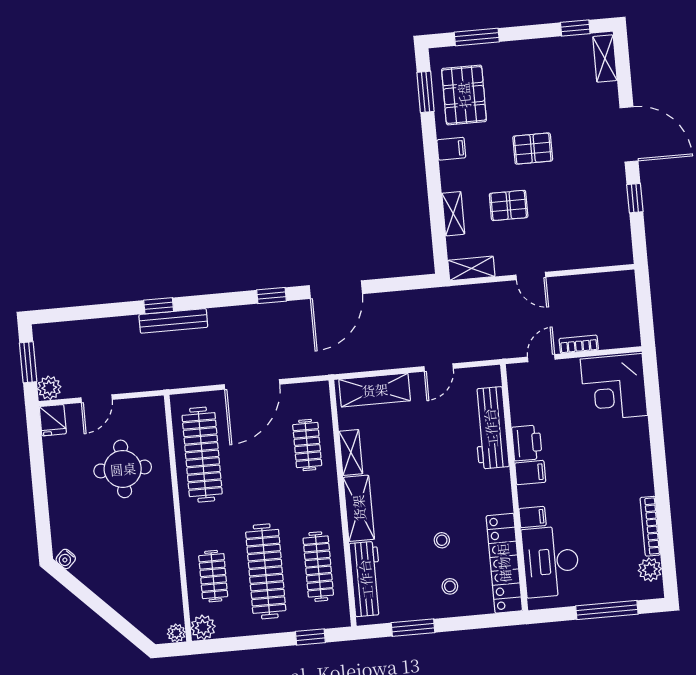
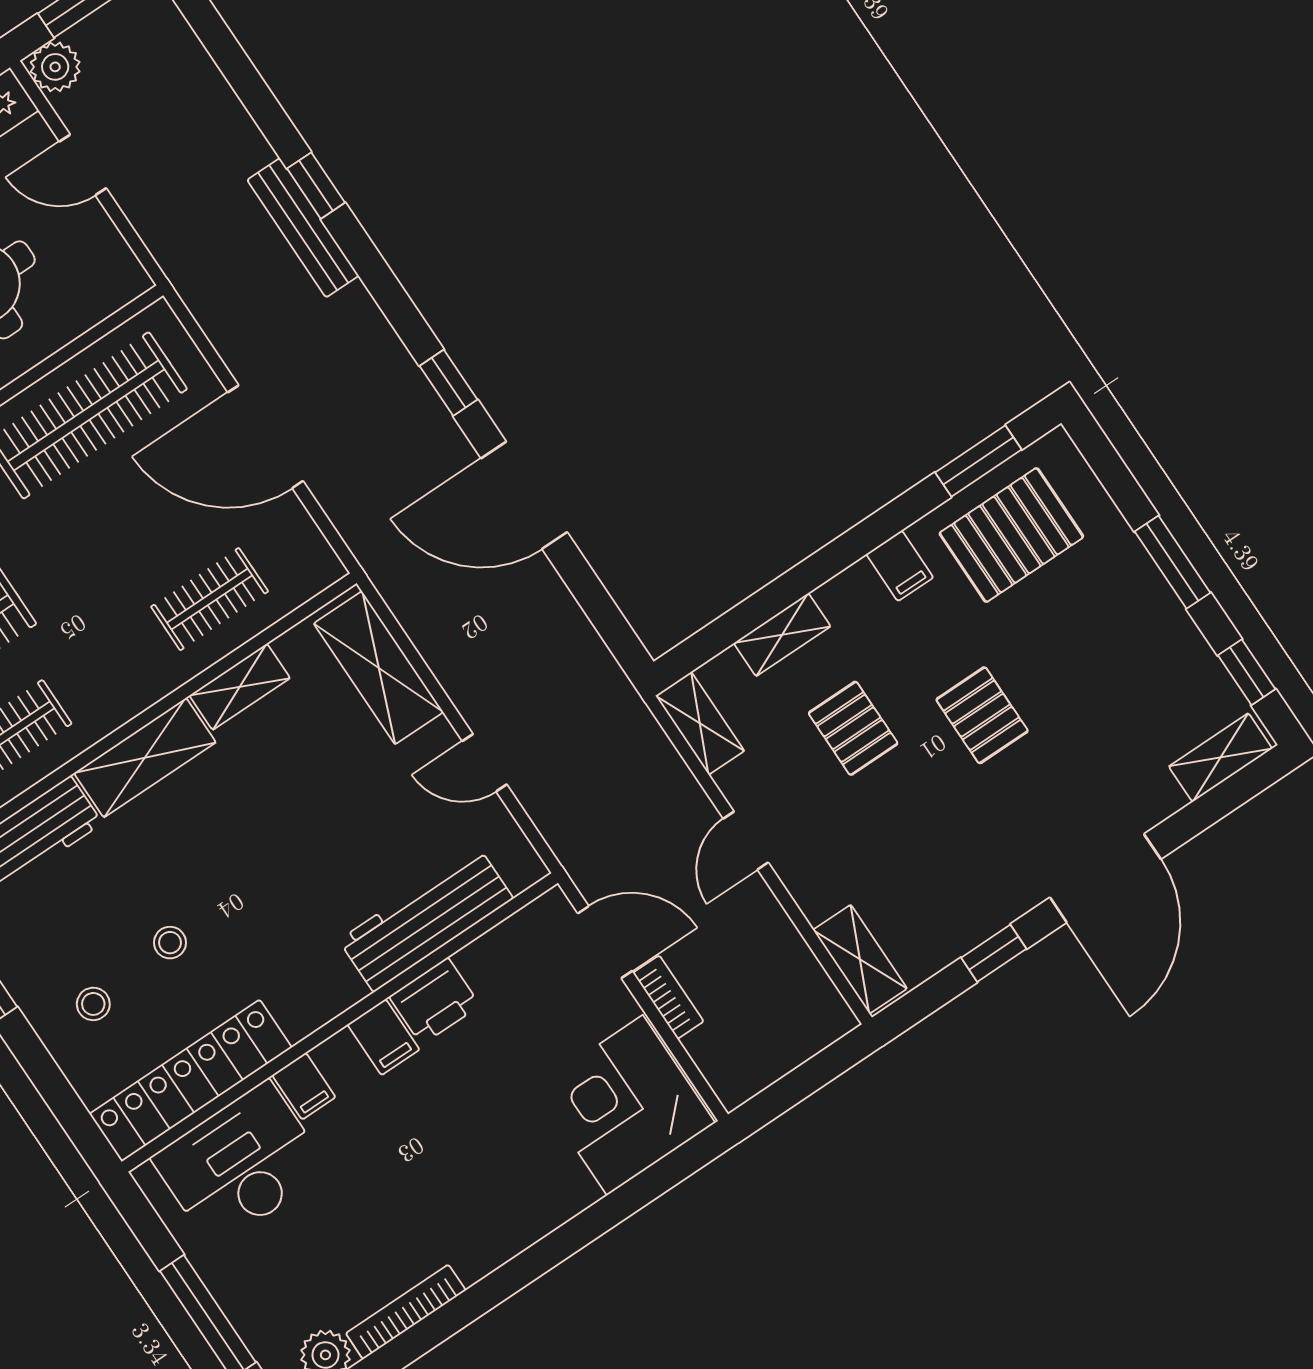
window: (477, 37) -> (1173, 562), moved
shelving: (607, 255) -> (860, 959), added
door: (541, 358) -> (605, 942), width x1.38

